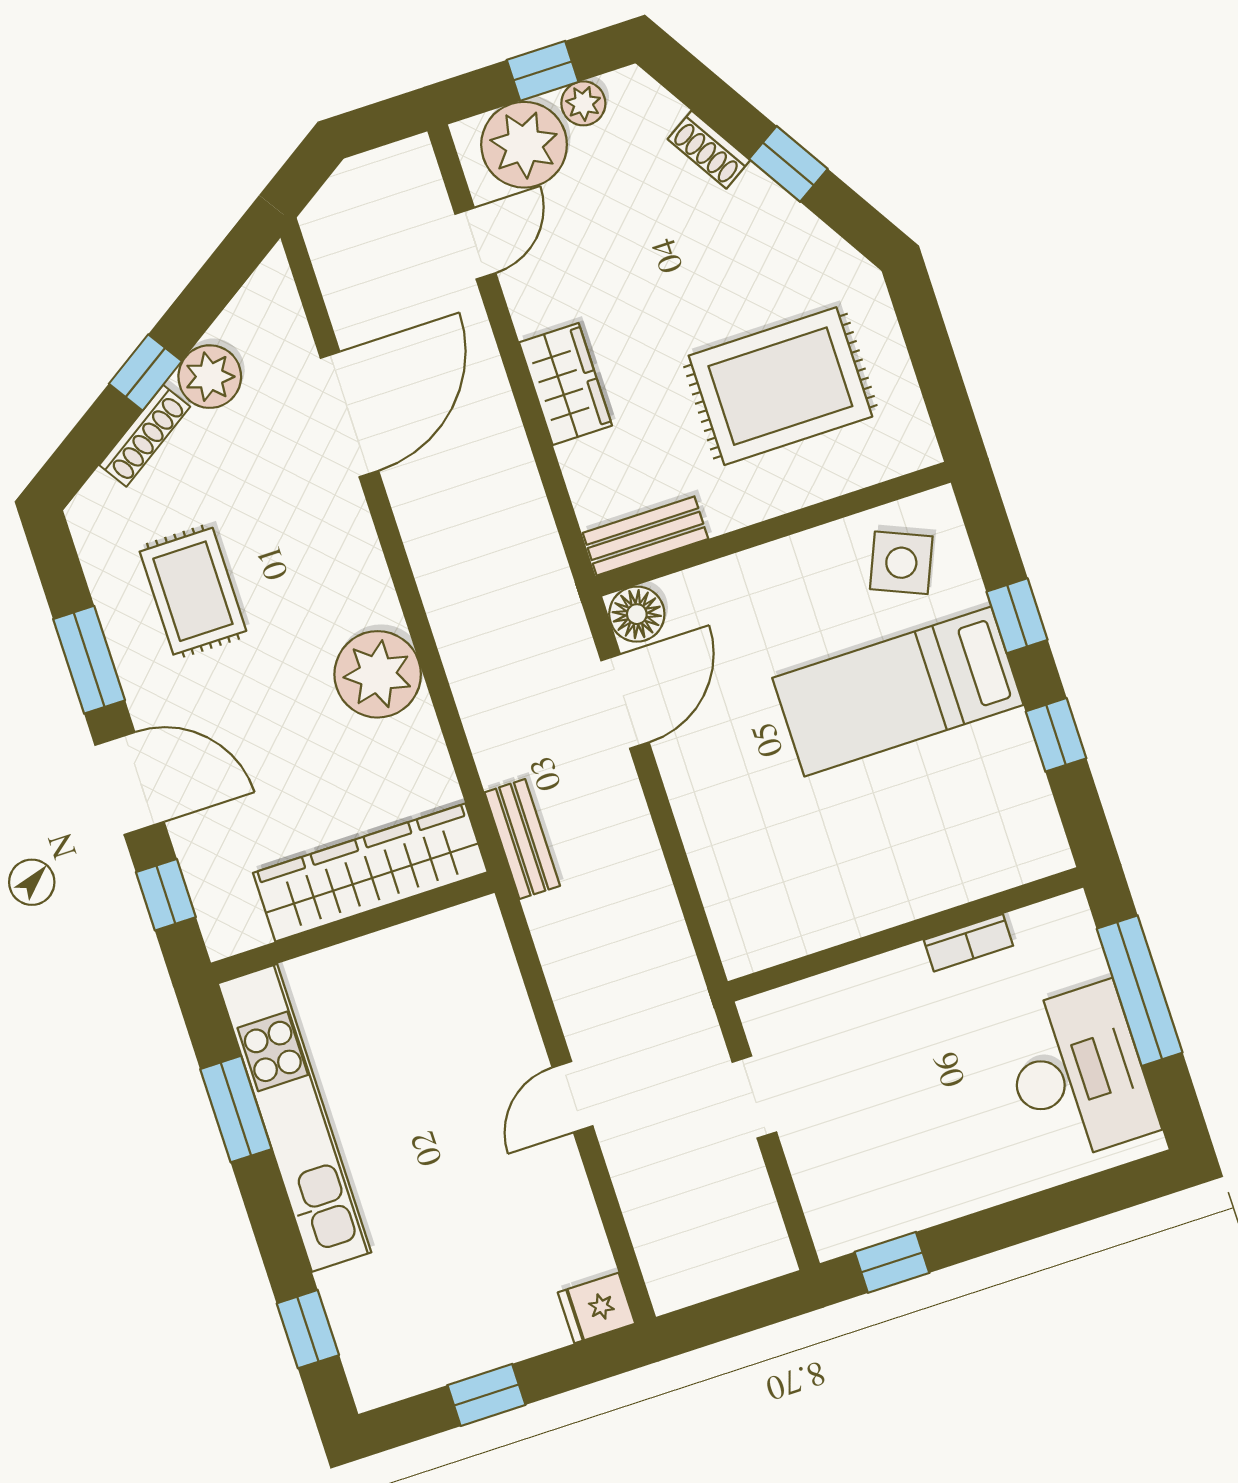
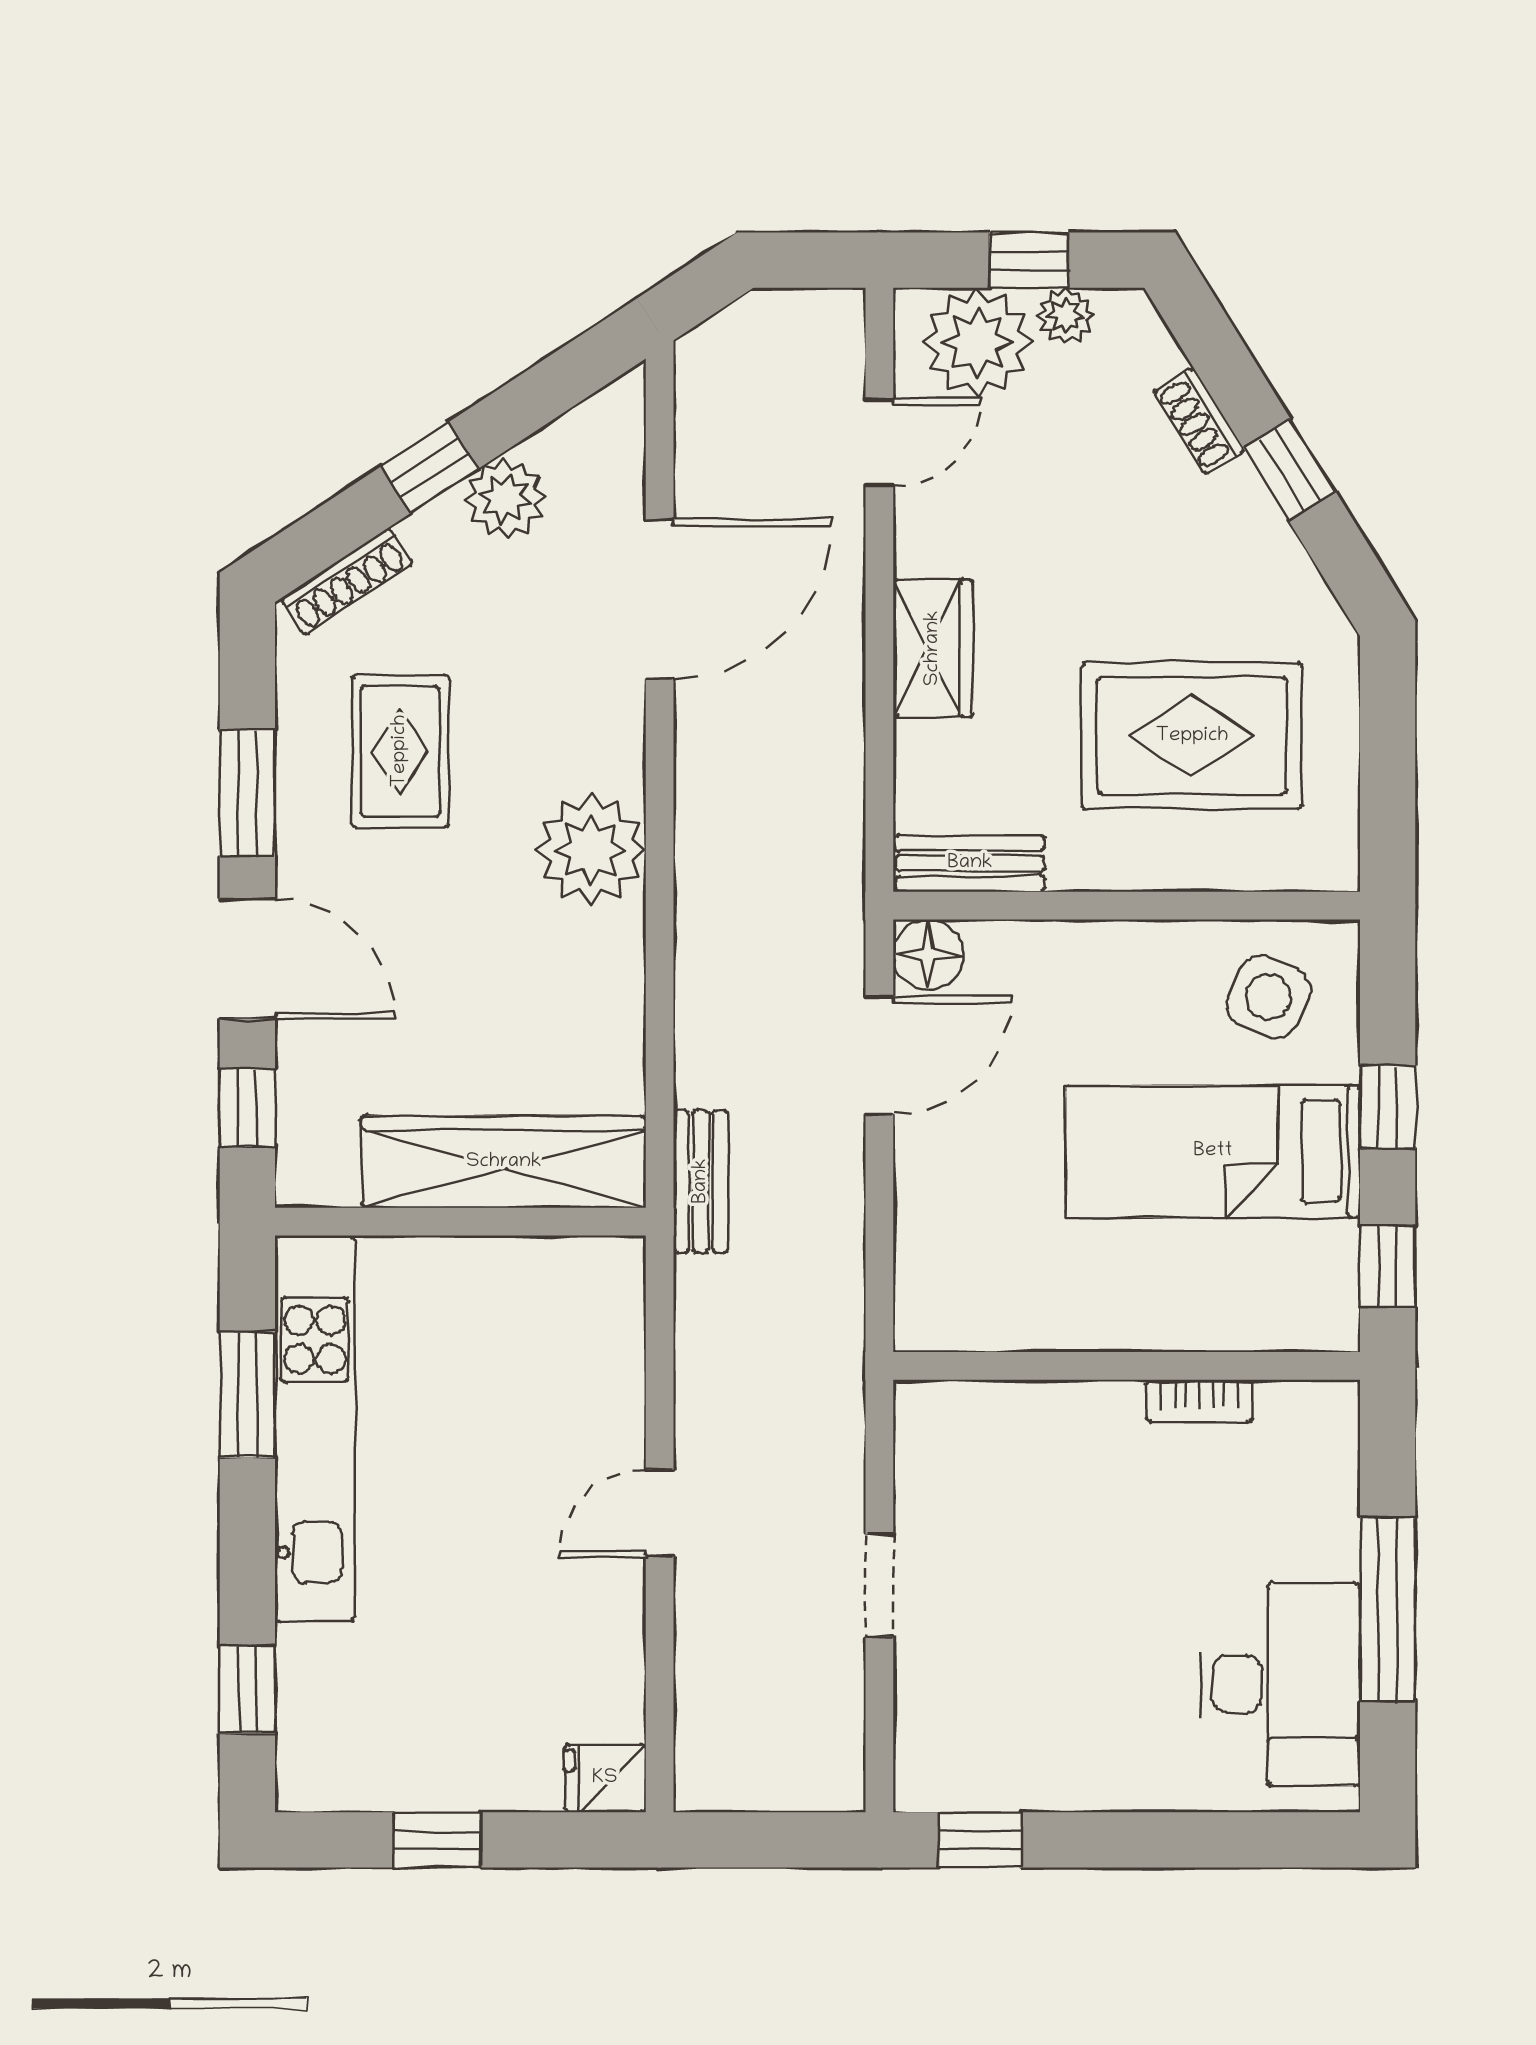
shoe rack: (145, 436) -> (347, 581), moved
plant: (378, 674) -> (591, 850), moved
wall: (906, 934) -> (1127, 1366), moved
bookcase: (968, 943) -> (1199, 1401), moved

